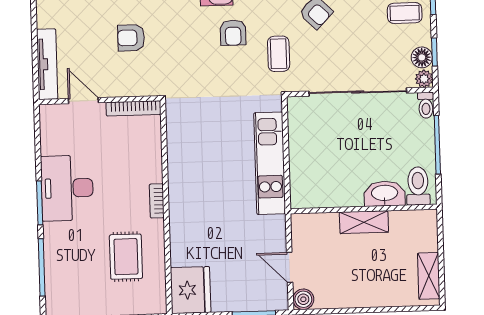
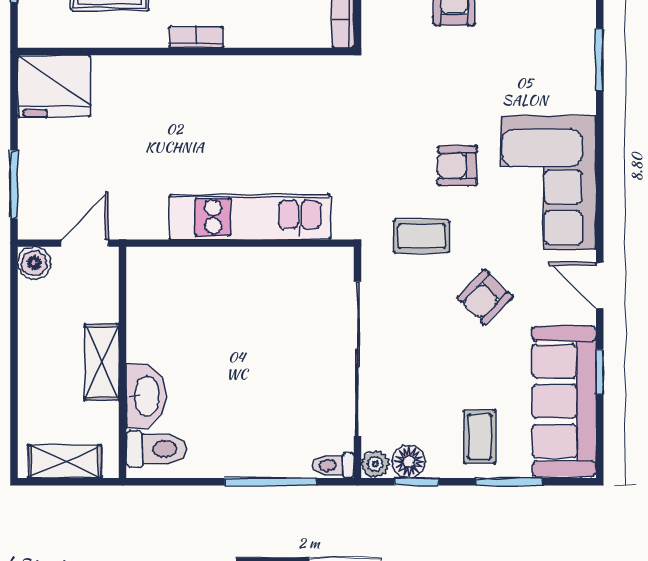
toilet: (418, 186) -> (156, 449), moved
washbasin: (385, 194) -> (146, 396), moved
wall: (364, 209) -> (123, 362), moved
shelving: (364, 222) -> (102, 362), moved

